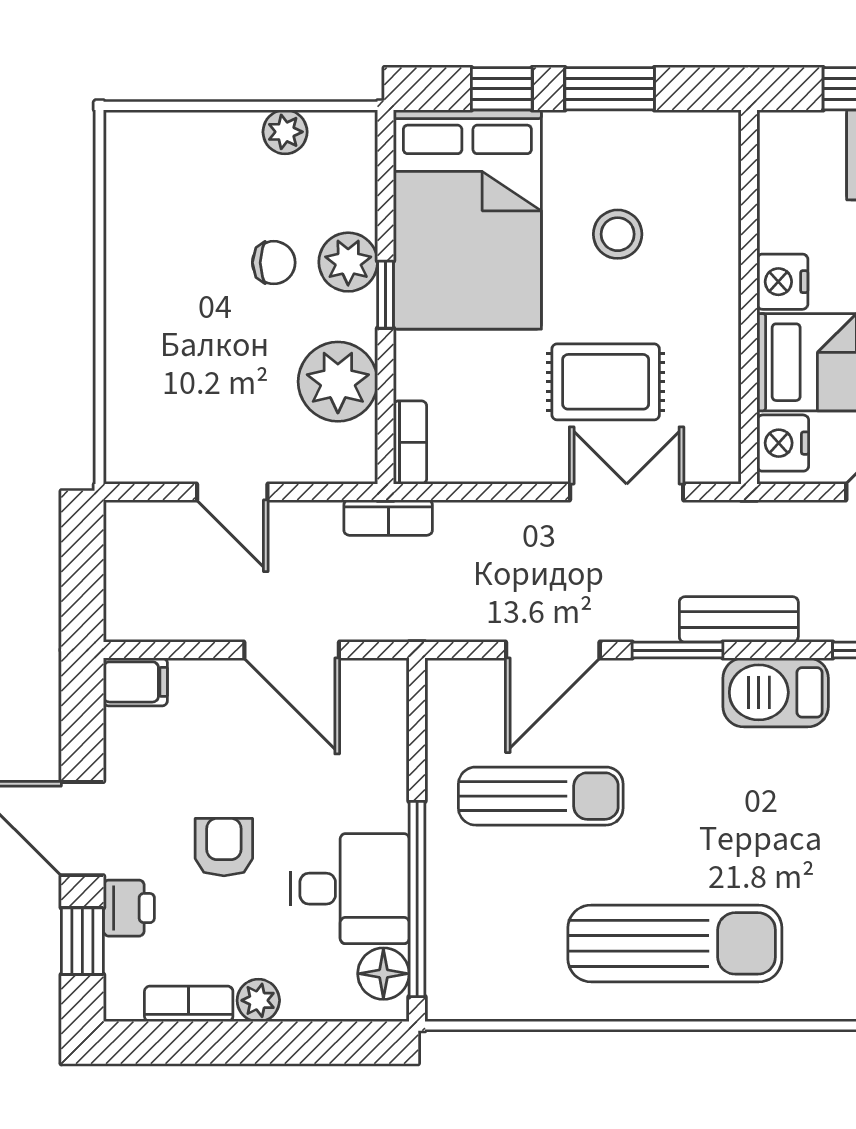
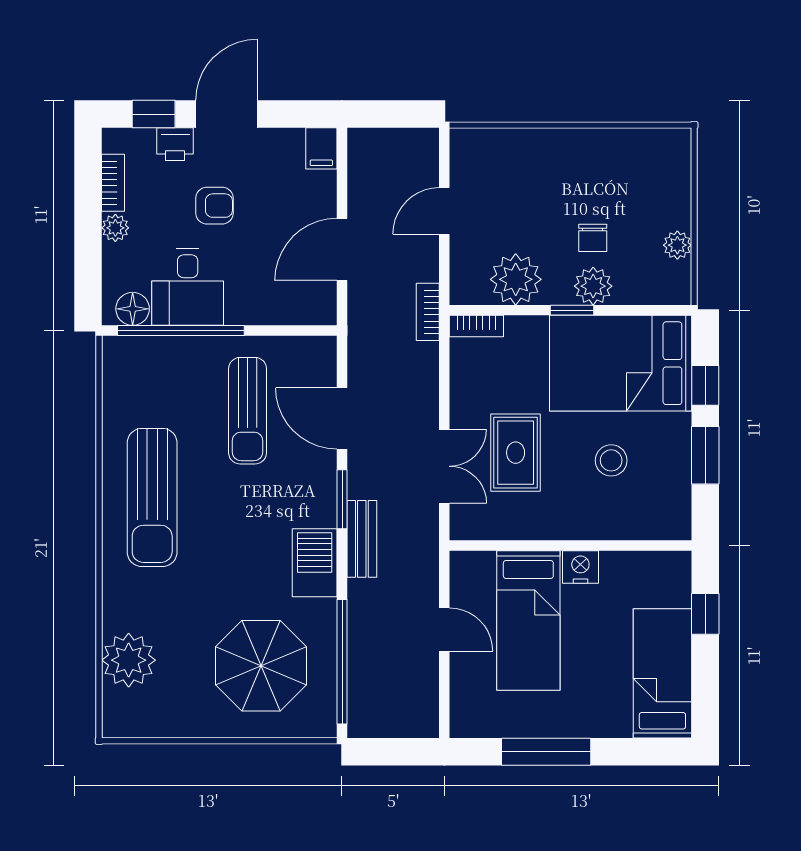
nightstand: (783, 443) -> (476, 567), removed

